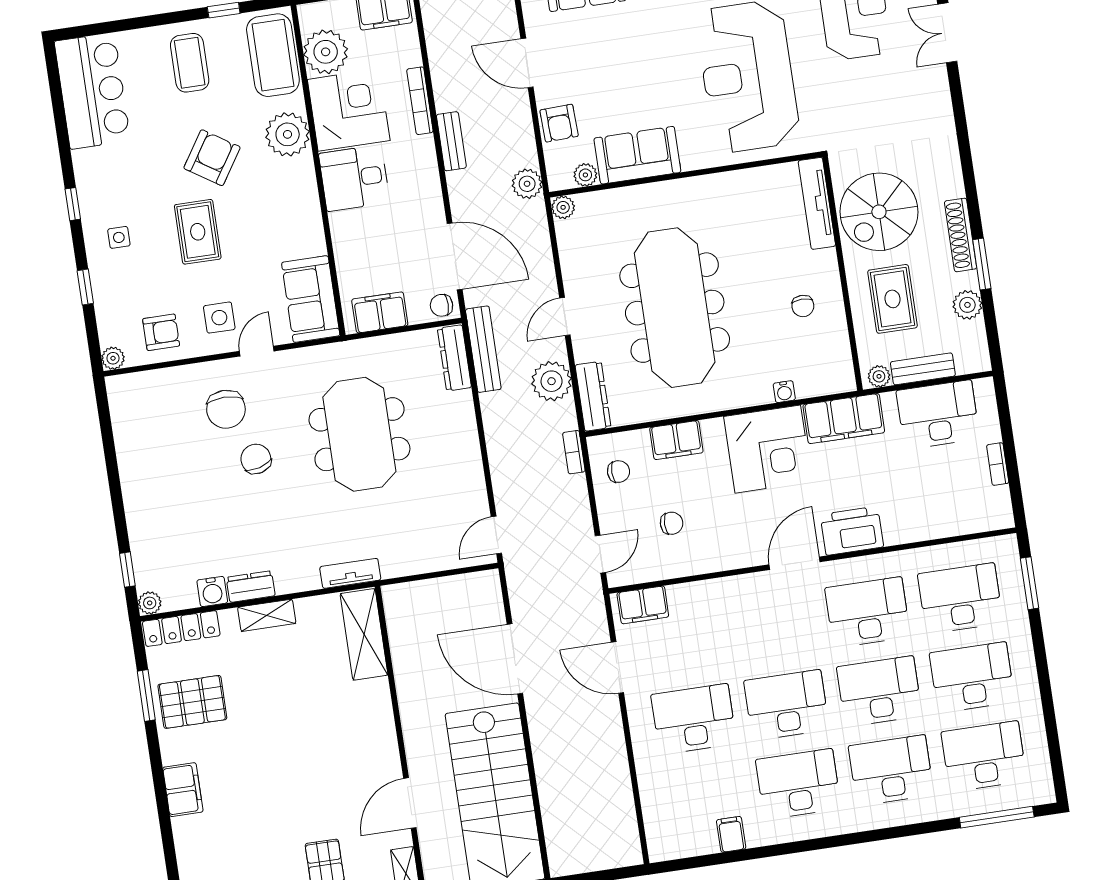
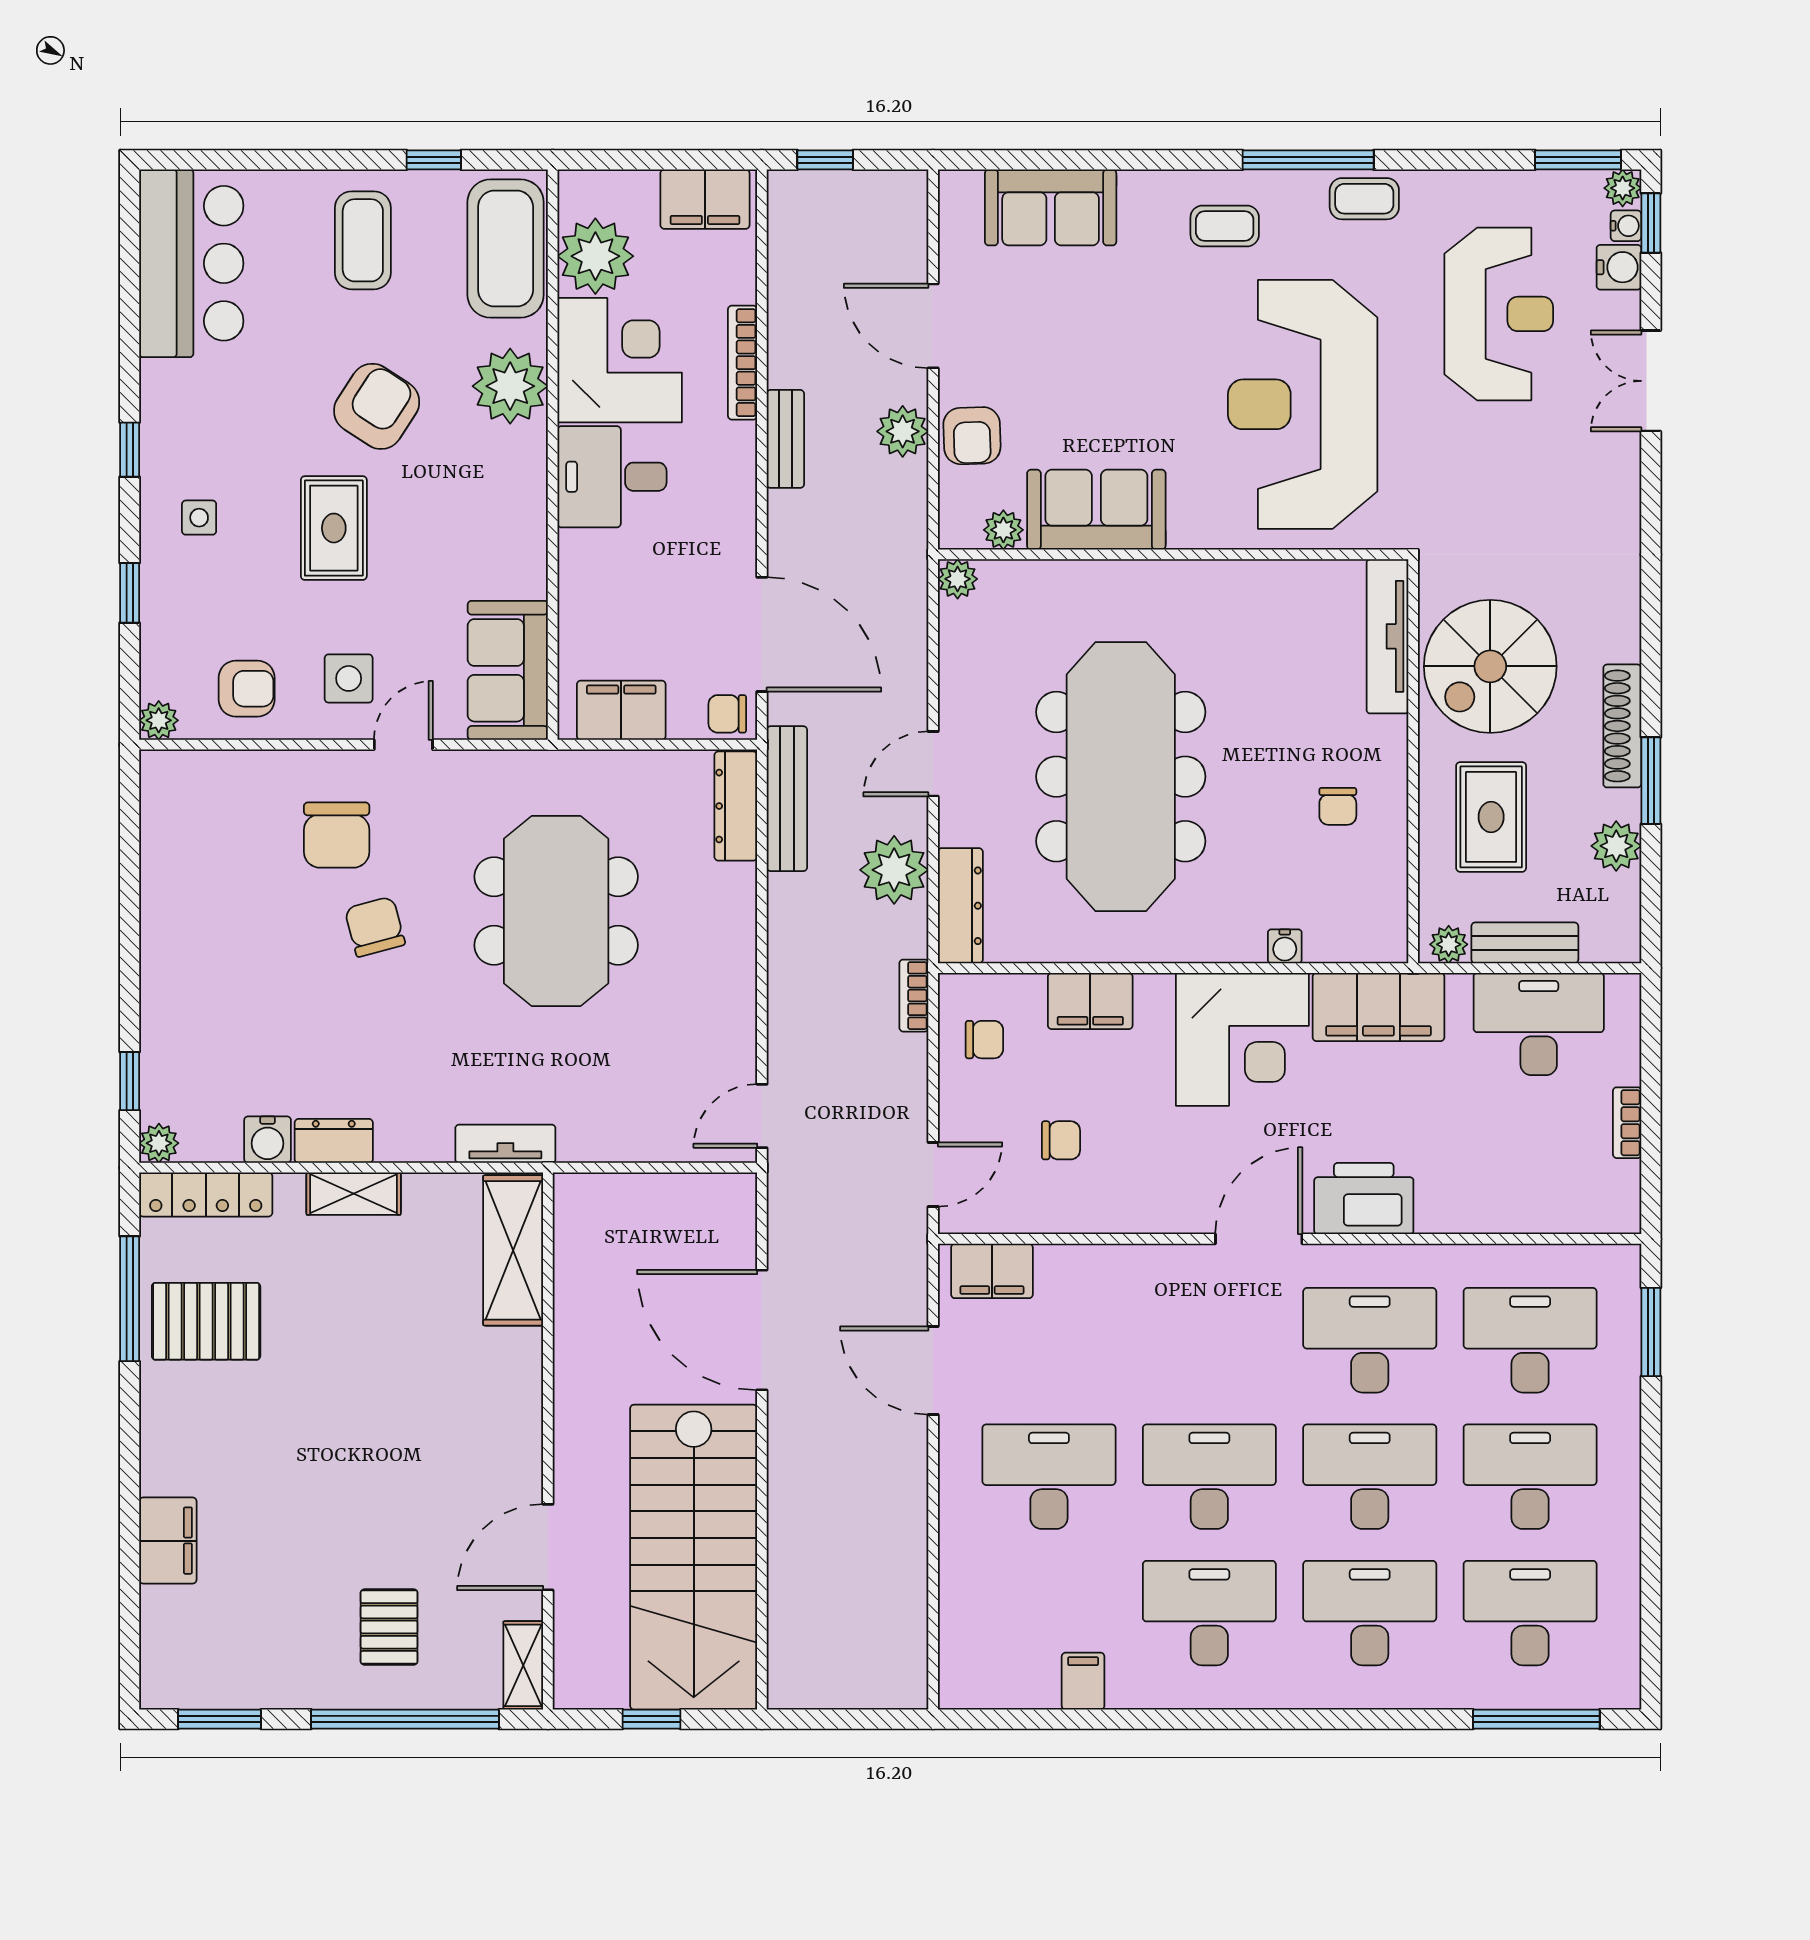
plant: (527, 184) -> (903, 431), moved
window: (146, 696) -> (130, 1299), width x1.44
filing cabinet: (183, 790) -> (168, 1541), moved

